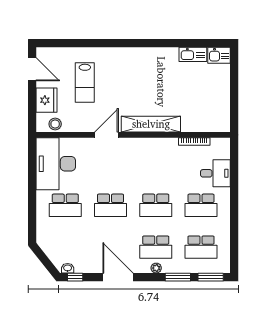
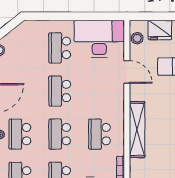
door: (106, 135) -> (127, 72), moved
school desk: (156, 164) -> (99, 134), added

